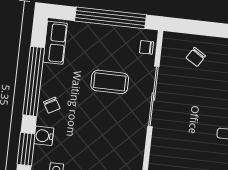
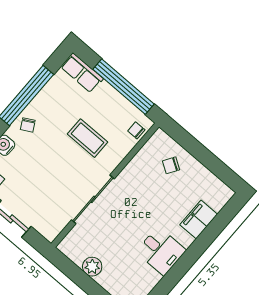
row of seats: (55, 43) -> (82, 73), moved, turned 90
sliding door: (153, 96) -> (93, 199), moved

